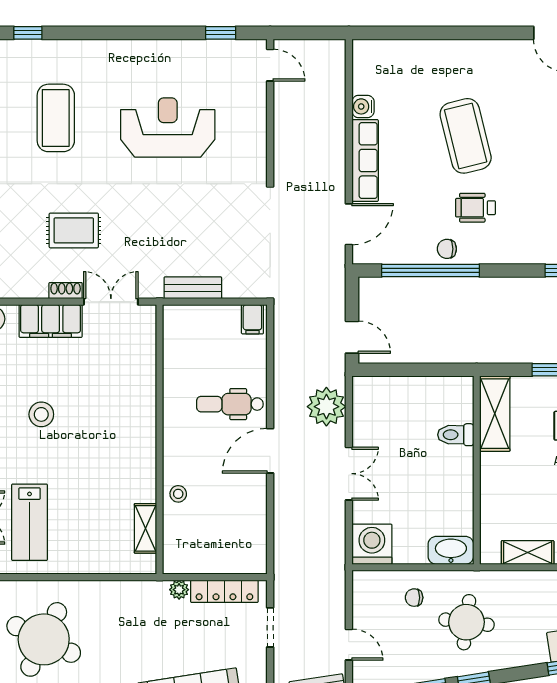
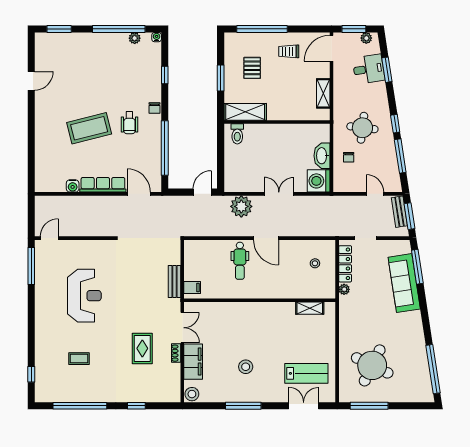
window: (221, 33) -> (31, 266), width x2.17
coffee table: (56, 118) -> (79, 359), width x0.54, depth x0.58
reception desk: (168, 127) -> (84, 296), turned 180
chair: (447, 249) -> (155, 108), moved
double door: (111, 302) -> (182, 328), swing flipped
filing cabinet: (252, 319) -> (192, 288), moved
toilet: (456, 435) -> (237, 134), moved
stool: (178, 494) -> (315, 263), moved
washbasin: (451, 550) -> (322, 156), moved
door: (349, 645) -> (375, 194), hinge flipped

